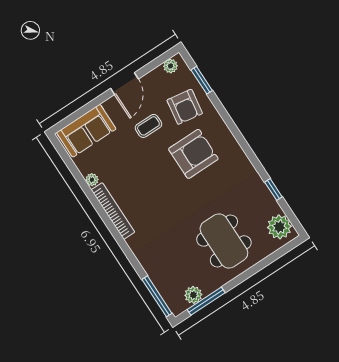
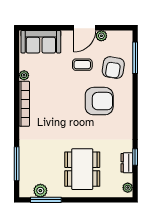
plant: (170, 66) -> (101, 36), moved
window: (202, 80) -> (135, 58), width x1.44
dresser: (268, 202) -> (127, 163), added
plant: (279, 227) -> (128, 188), width x0.53, depth x0.53
window: (157, 296) -> (17, 164), moved

